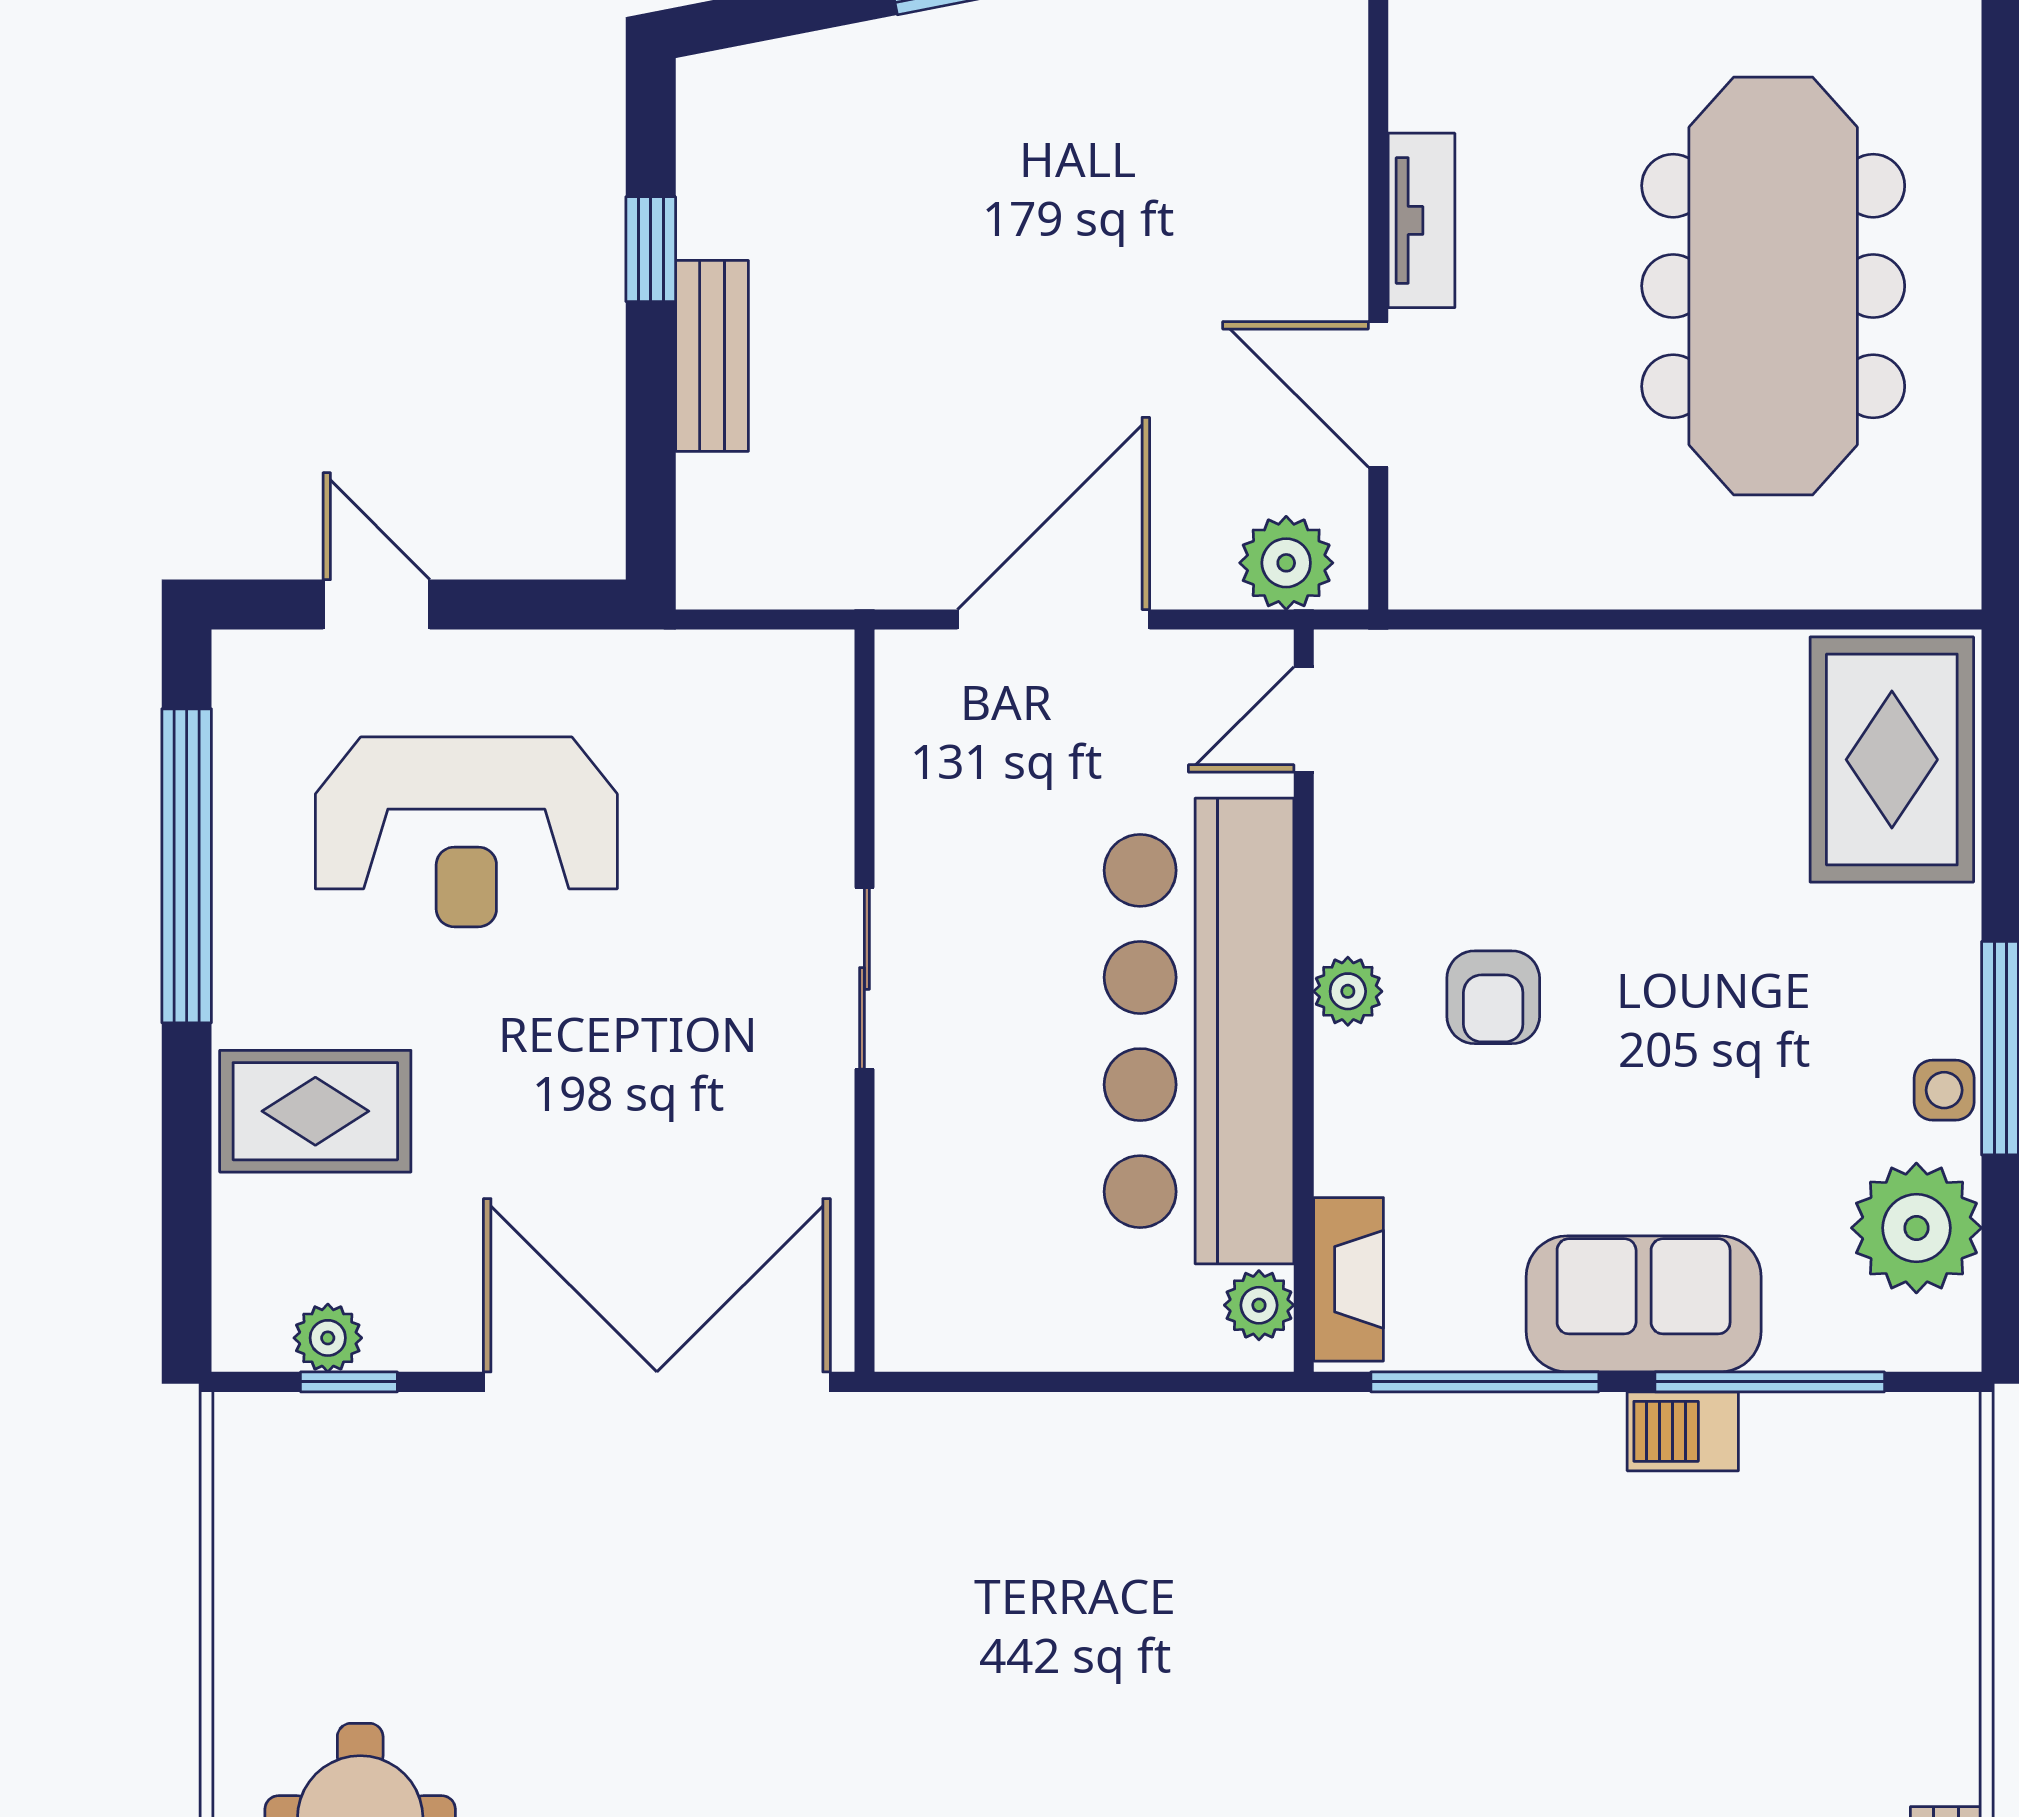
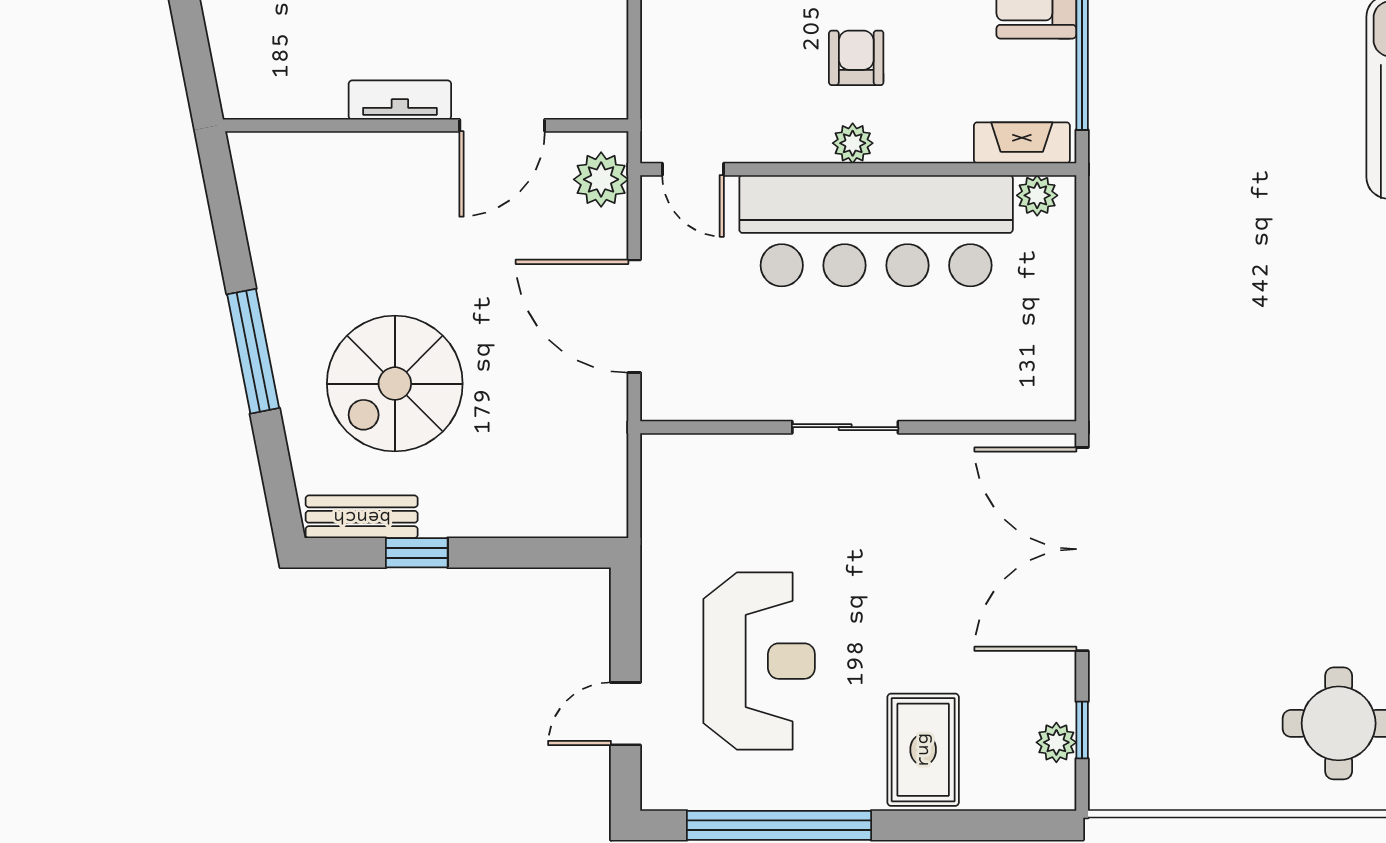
spiral stairs: (939, 212) -> (395, 384), added
bench: (712, 356) -> (362, 517), moved
armchair: (1493, 997) -> (856, 58), turned -90

